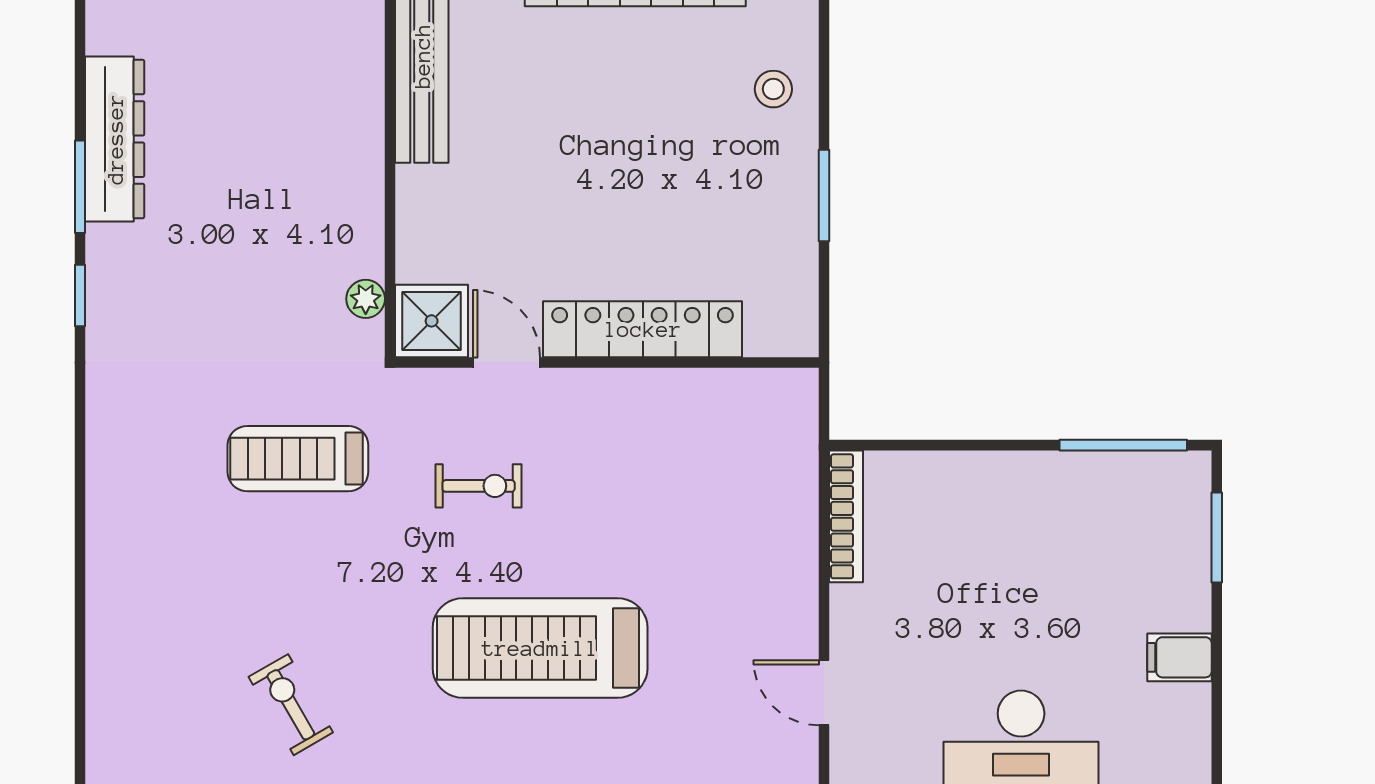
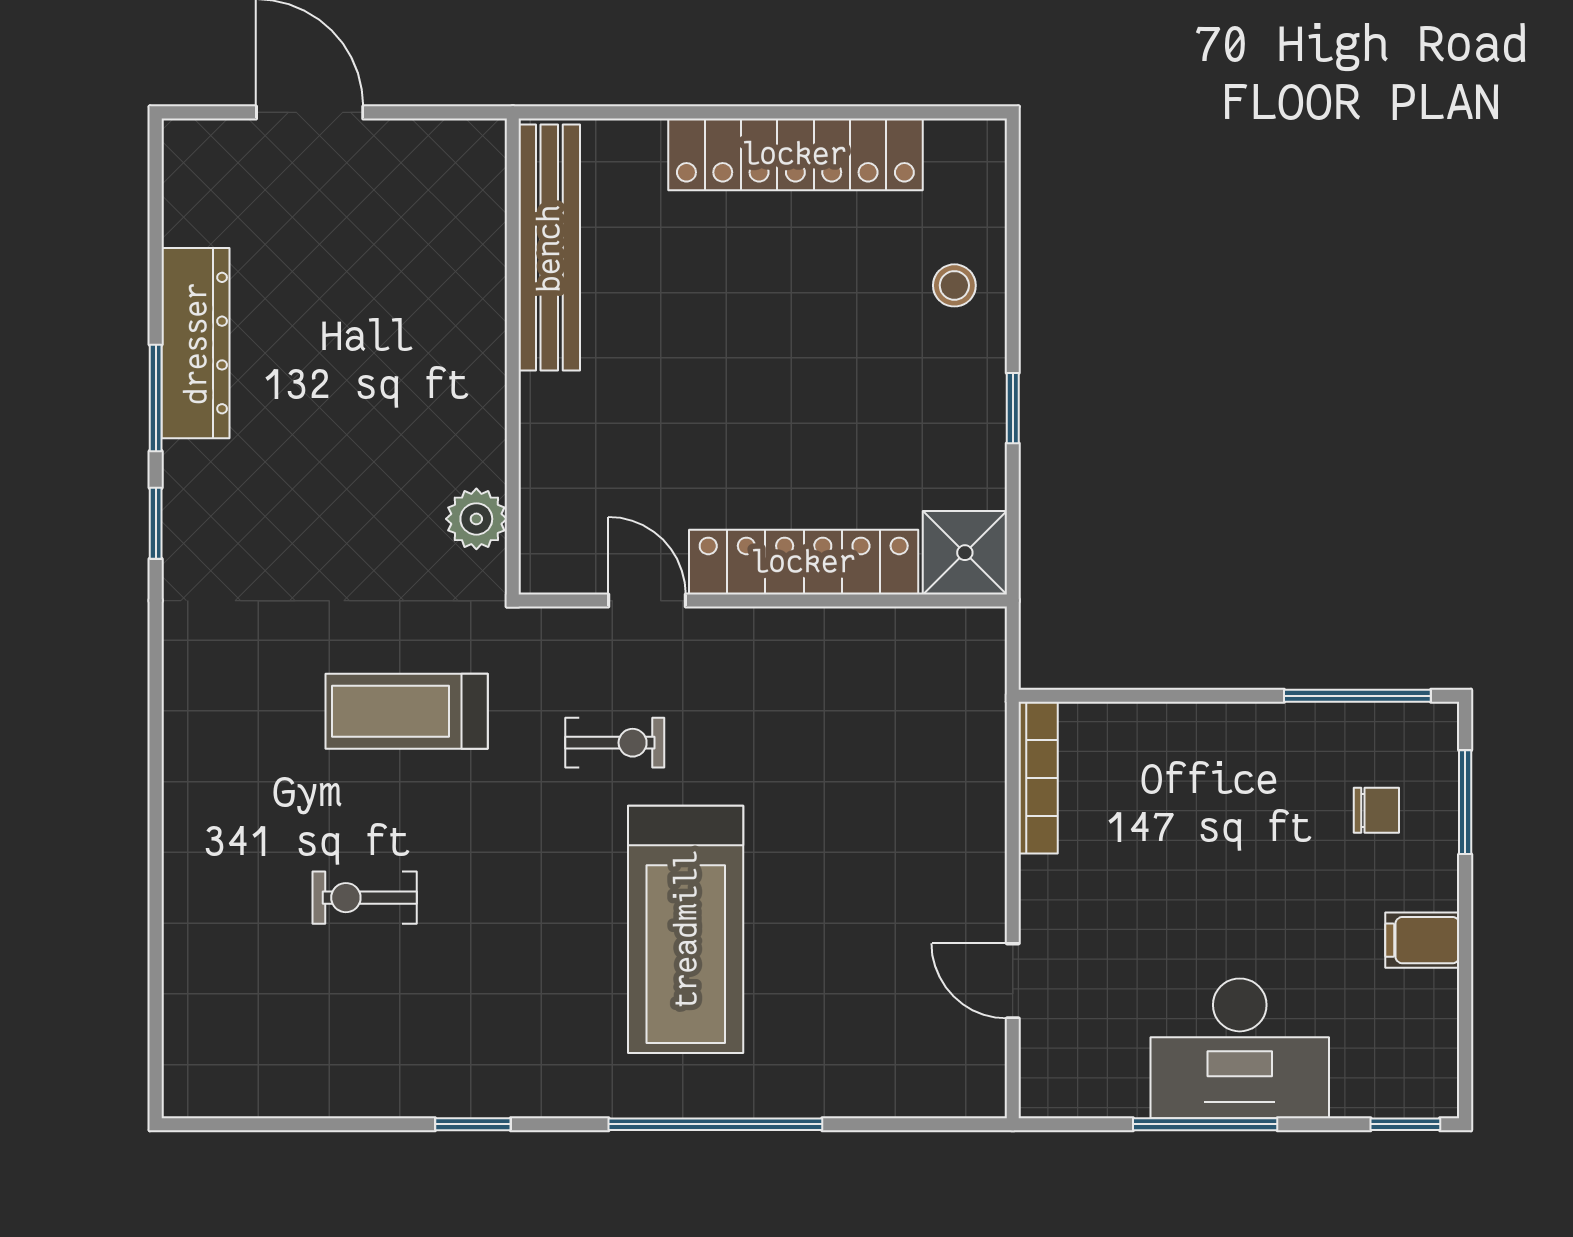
window: (824, 195) -> (1013, 408), width x0.67
plant: (366, 299) -> (476, 519), width x1.38, depth x1.38
shower: (432, 321) -> (965, 553), moved
chair: (1140, 545) -> (1376, 810), added
treadmill: (540, 648) -> (686, 929), turned -90
exercise bike: (291, 705) -> (365, 898), moved, turned -60

